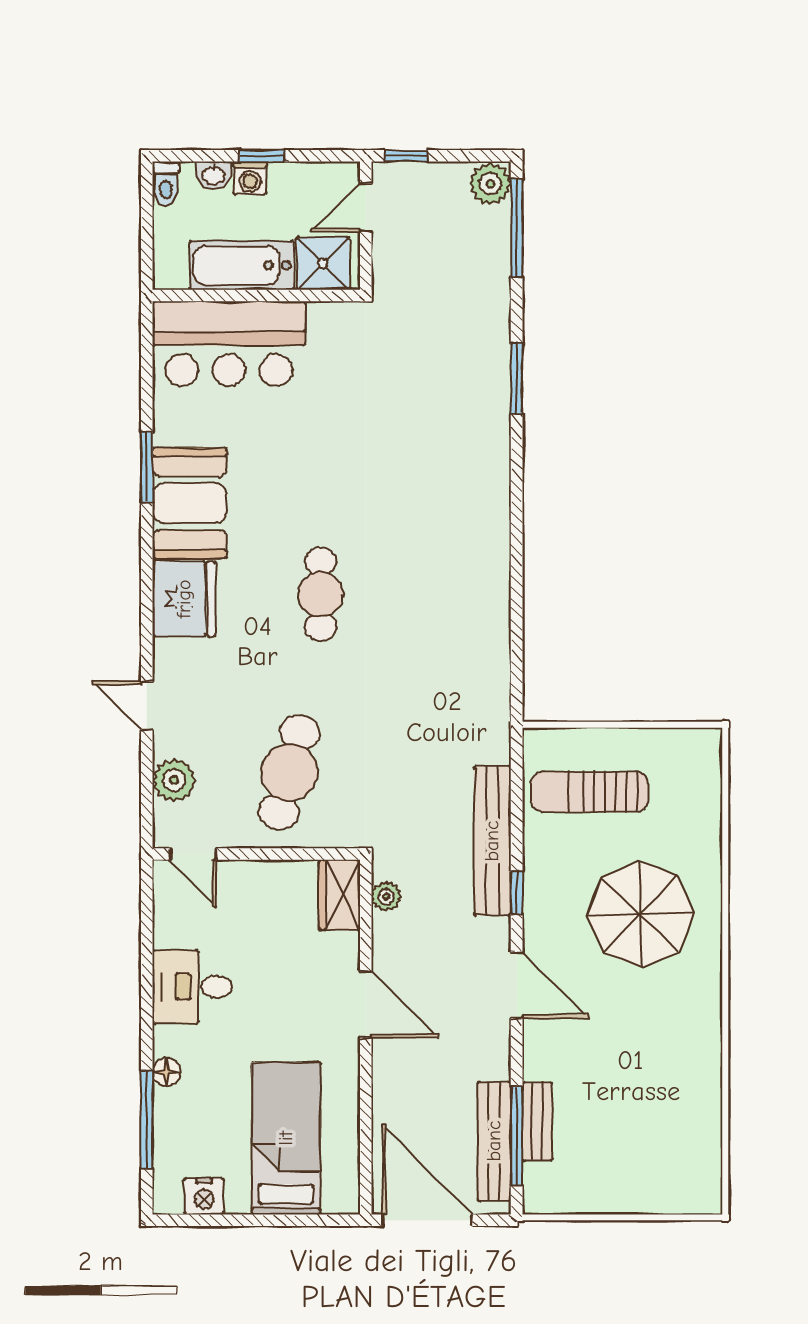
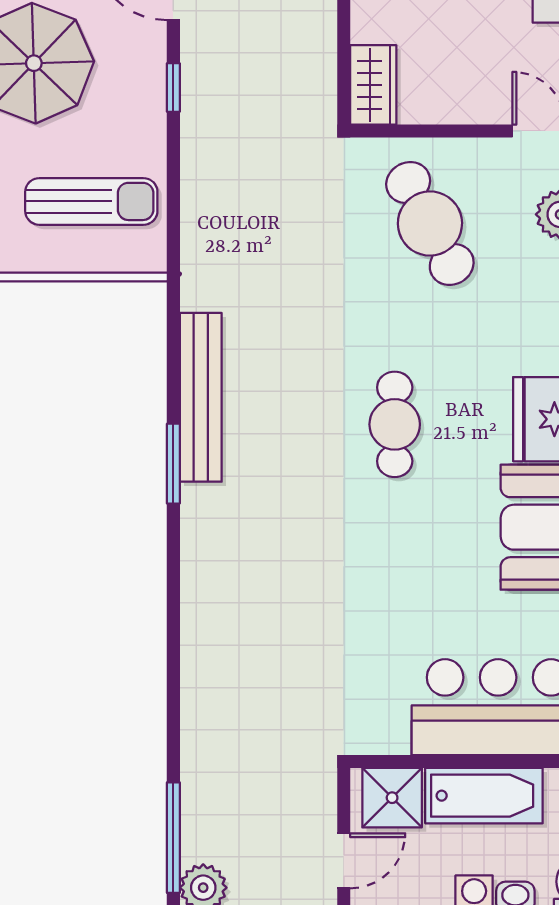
window: (517, 378) -> (173, 464), moved
cafe table: (289, 772) -> (430, 223), turned -43
bench: (492, 841) -> (201, 397), moved
plant: (386, 897) -> (321, 83), removed

